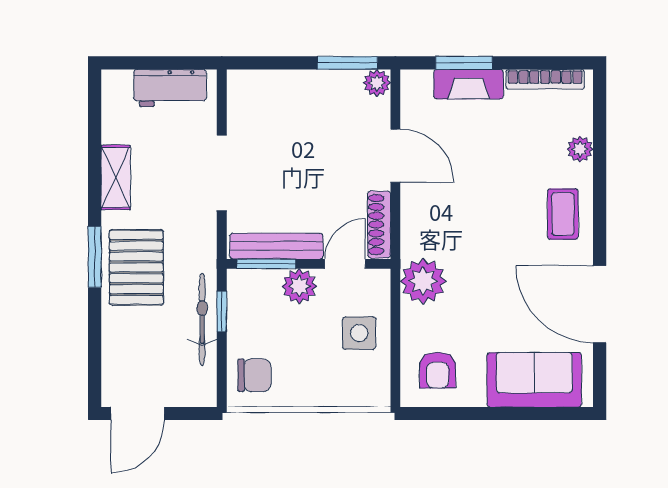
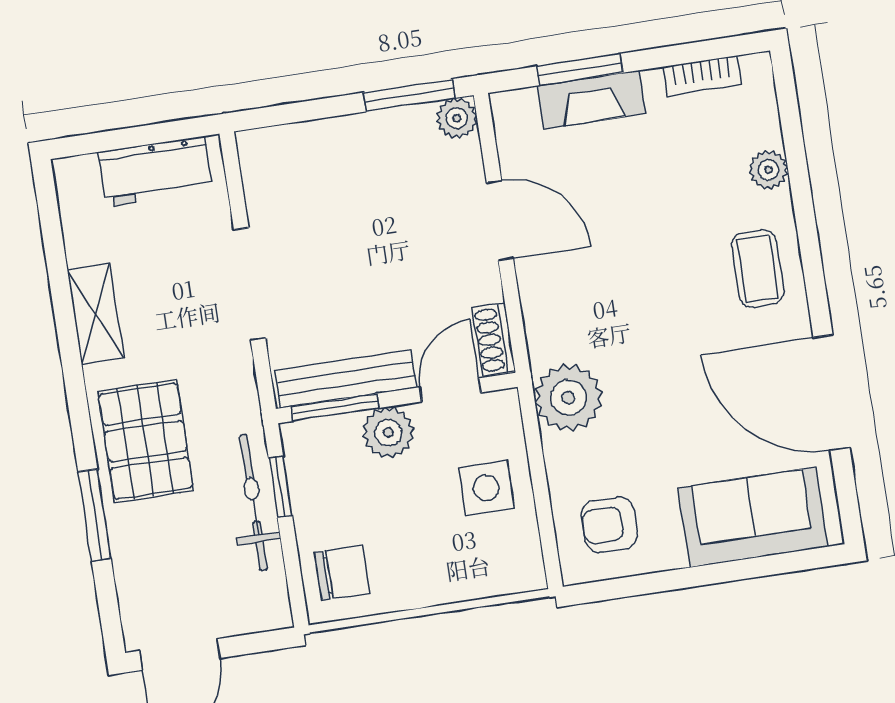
bookcase: (545, 79) -> (702, 76), width x0.64
shoe rack: (379, 225) -> (494, 339), width x0.70
window: (95, 257) -> (95, 515), moved
armchair: (438, 370) -> (609, 525), turned 90

